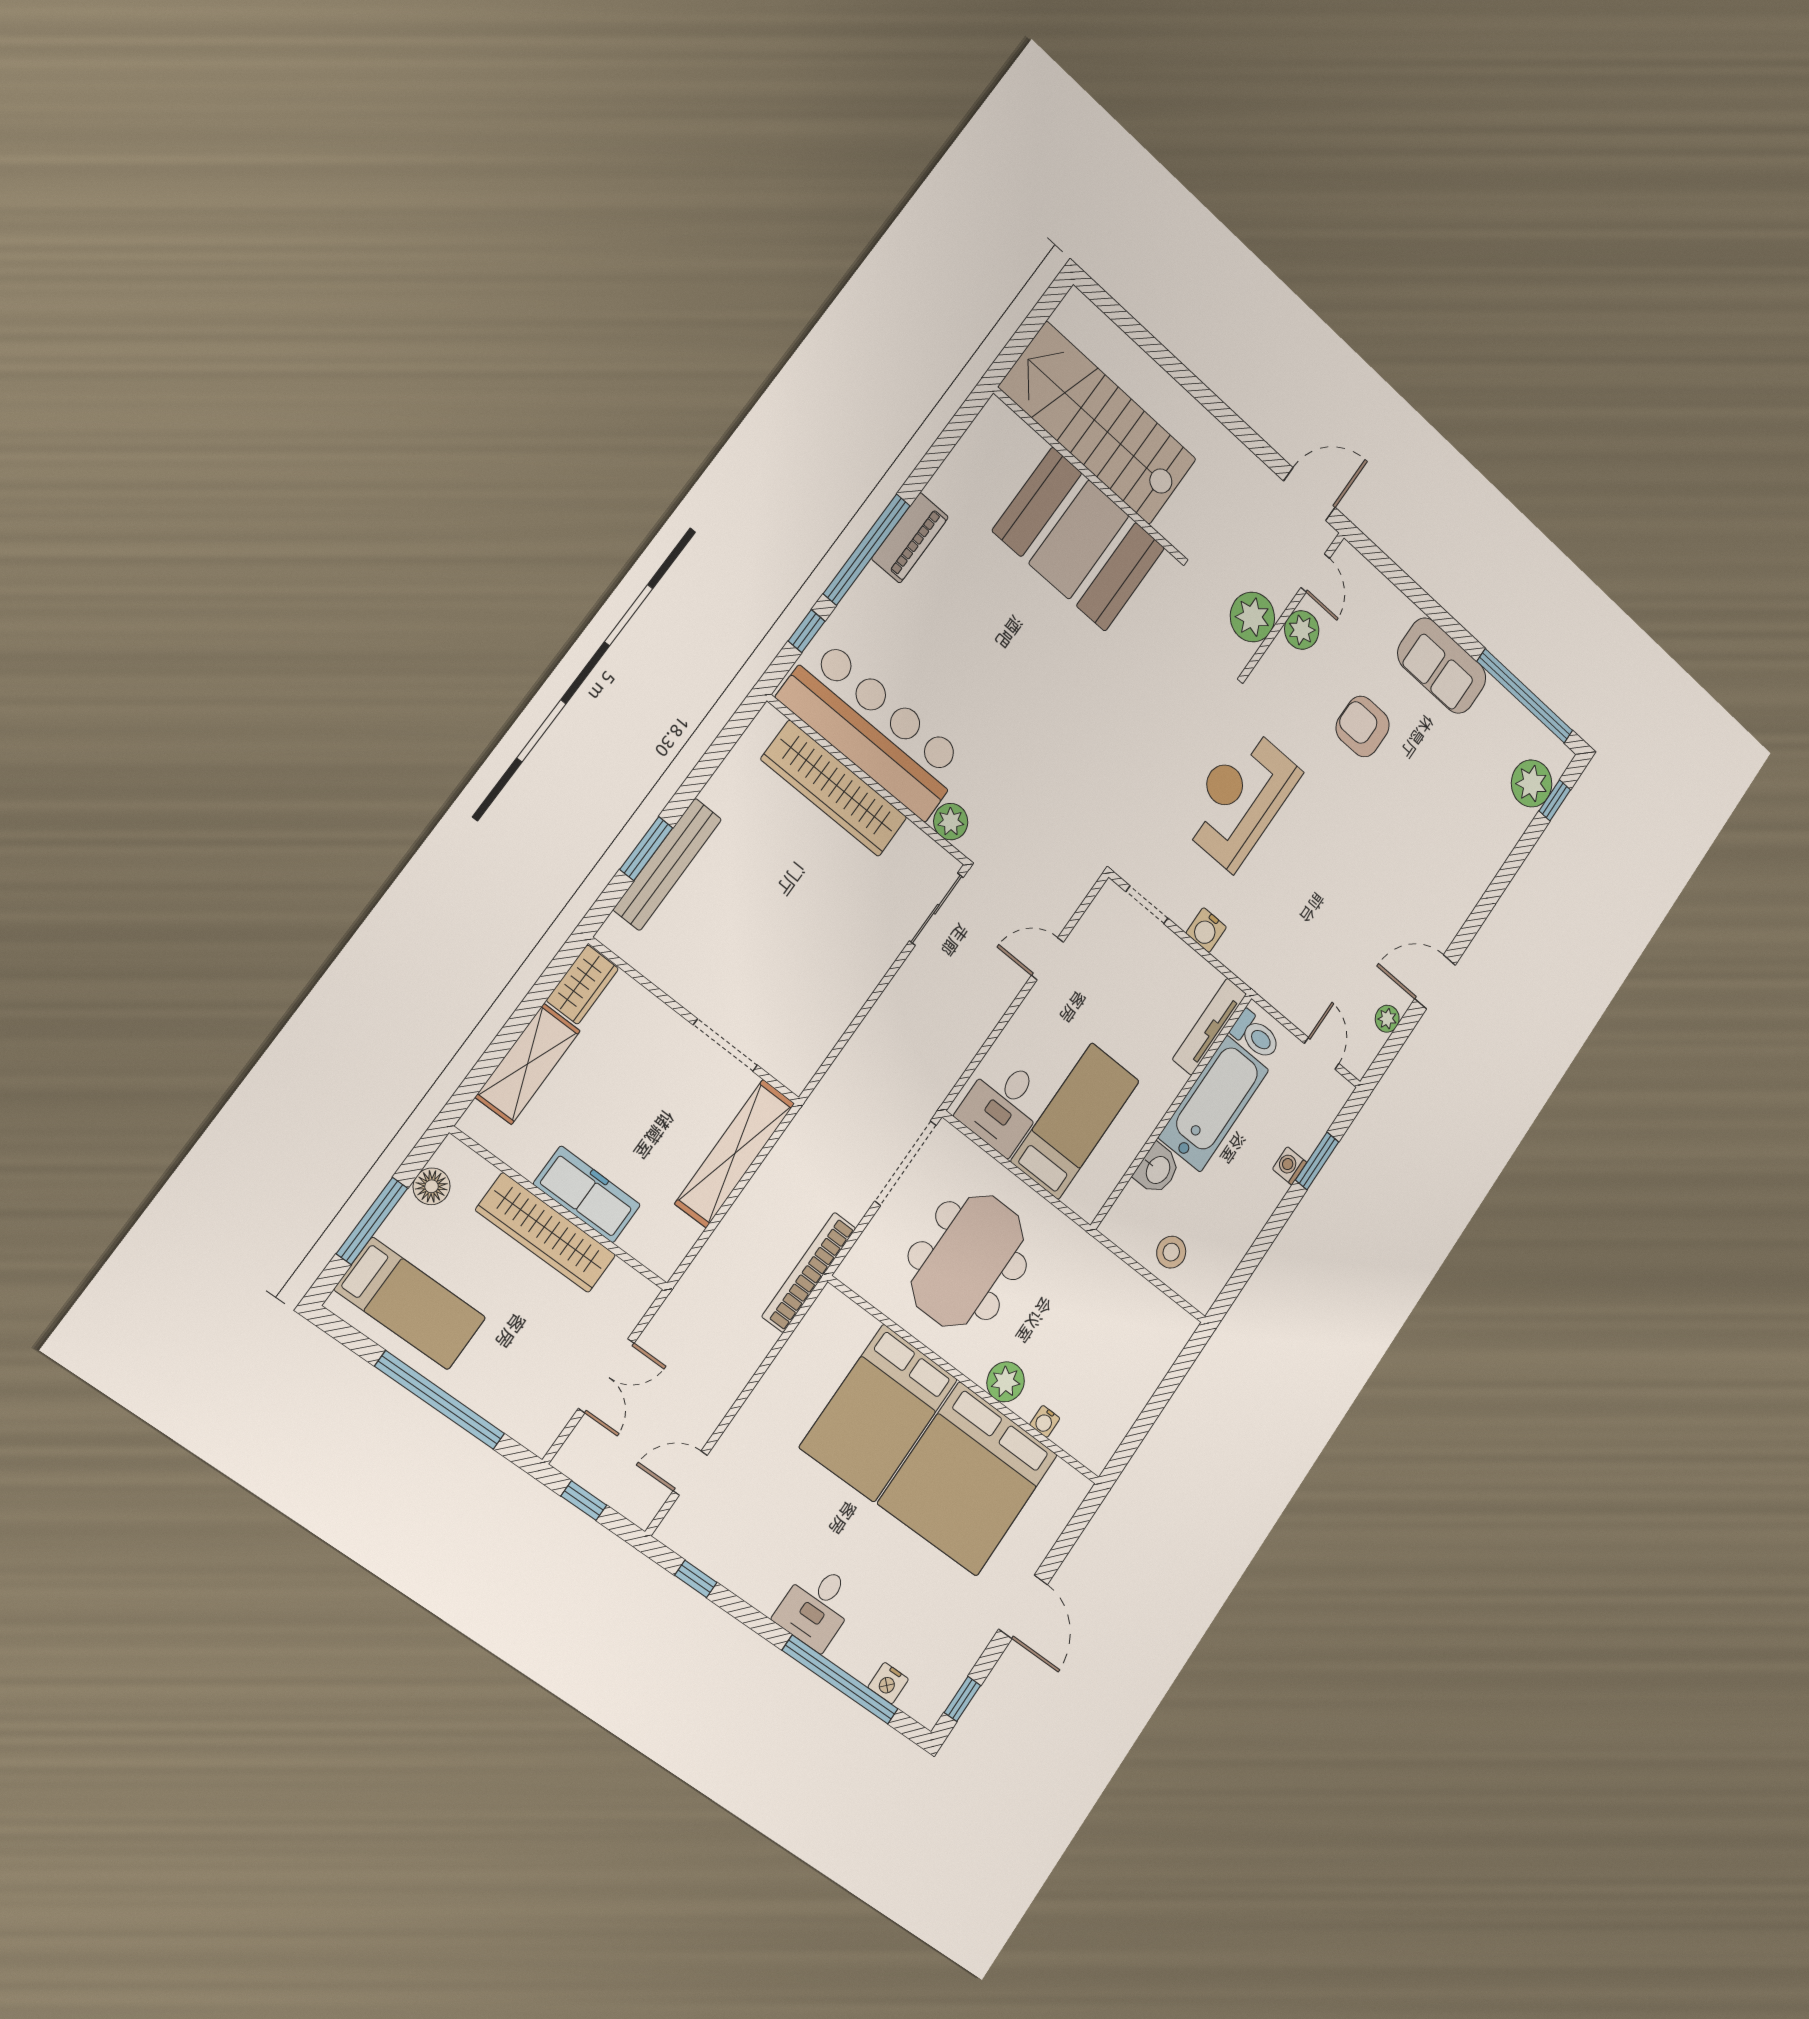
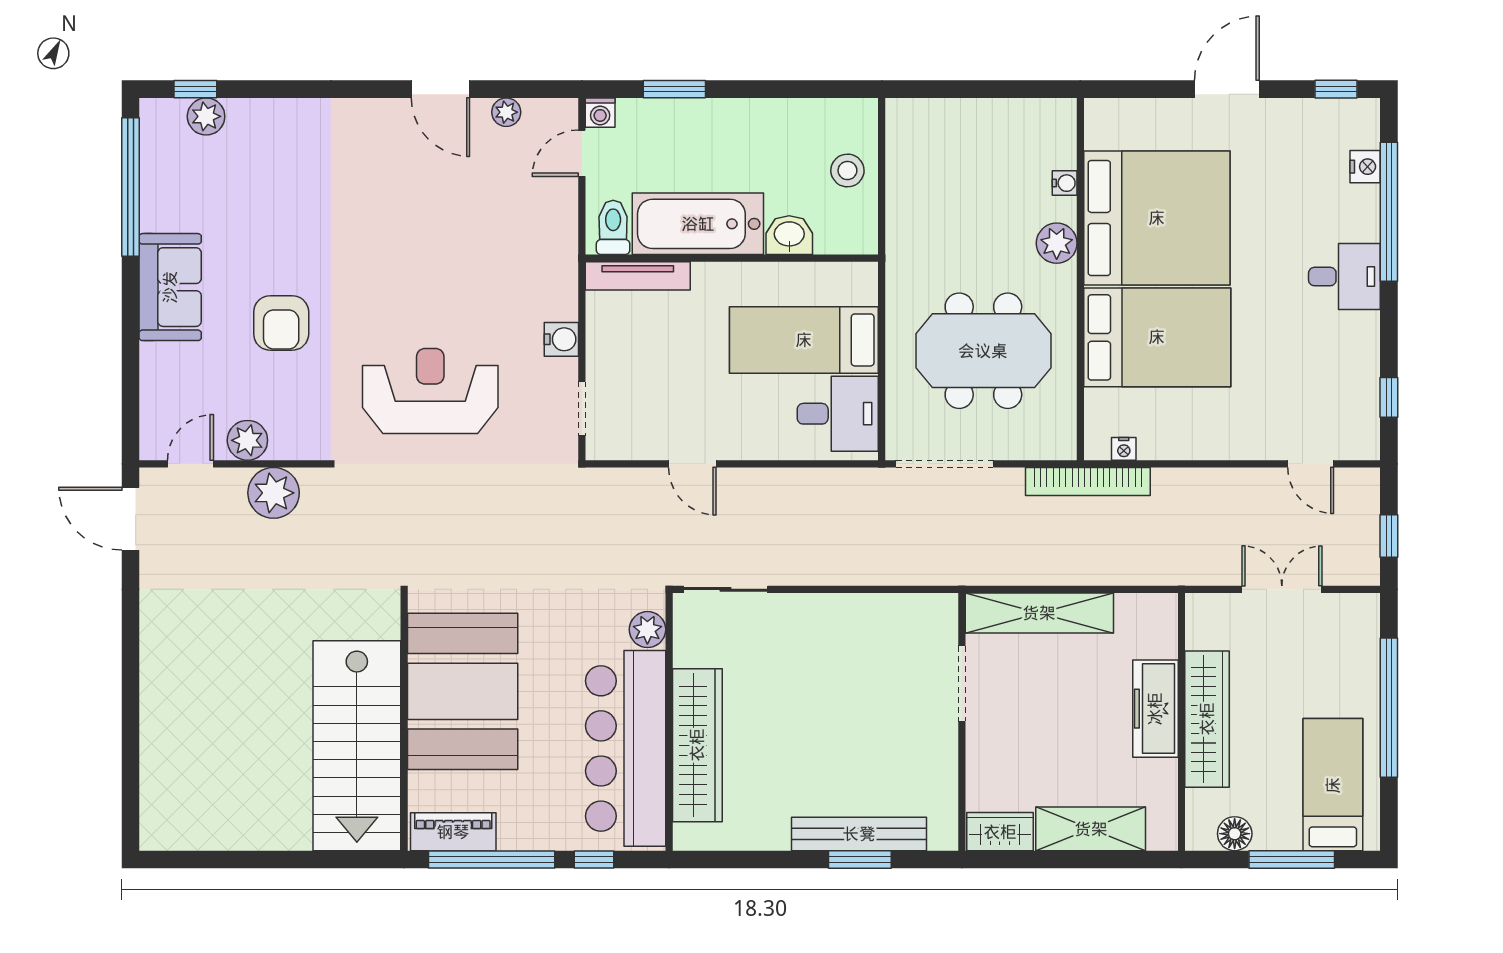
stairs: (1098, 424) -> (357, 746), moved
wall: (1089, 475) -> (404, 722), moved
booth: (1079, 539) -> (463, 691), moved
plant: (1532, 783) -> (206, 116), width x0.73, depth x0.73
reception desk: (1240, 798) -> (430, 391), turned 180
washing machine: (1290, 1166) -> (600, 113), moved
nightstand: (813, 1322) -> (1124, 449), added

